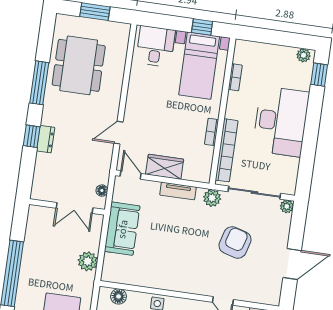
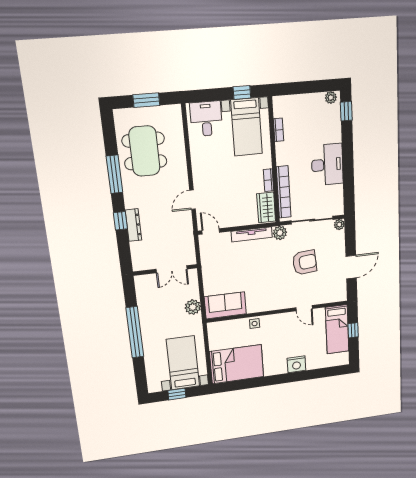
desk: (281, 121) -> (327, 165), width x0.73, depth x0.77
dresser: (46, 139) -> (133, 225), width x1.44
wardrobe: (165, 167) -> (266, 208), moved, turned -90
floor lamp: (102, 191) -> (190, 250), removed
tv unit: (178, 191) -> (252, 234), width x1.41
sofa: (122, 229) -> (225, 305), moved, turned -90
armchair: (235, 242) -> (305, 262), turned 69
floor lamp: (119, 296) -> (223, 327), removed

